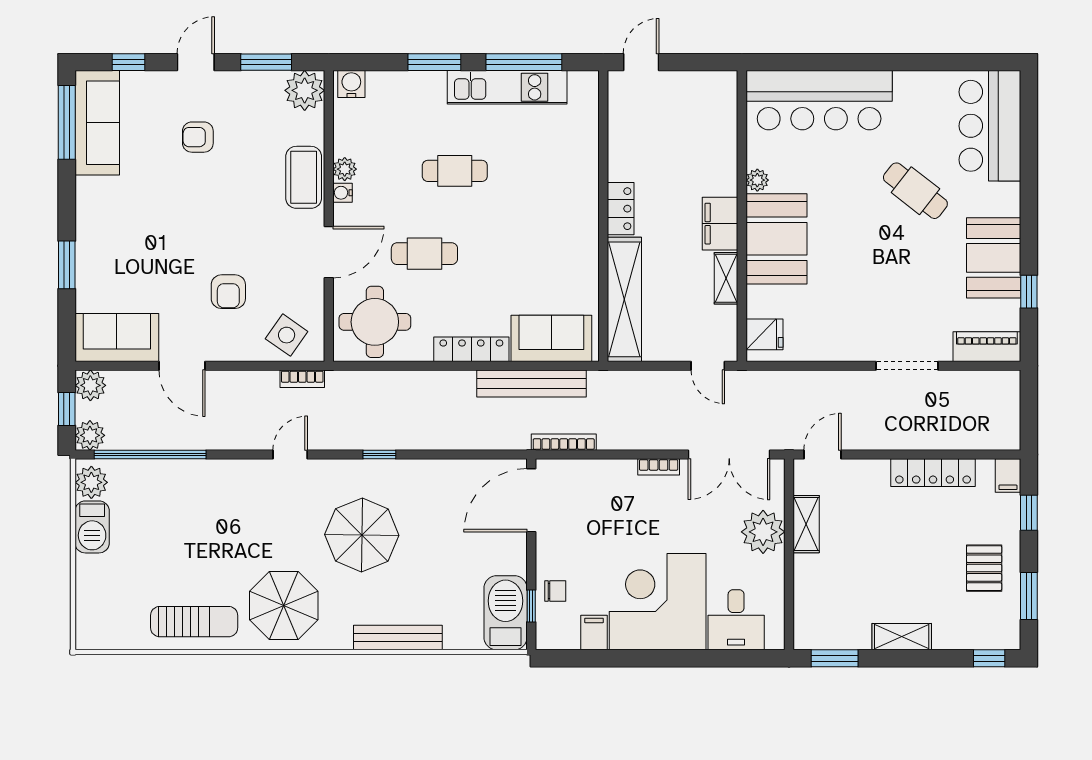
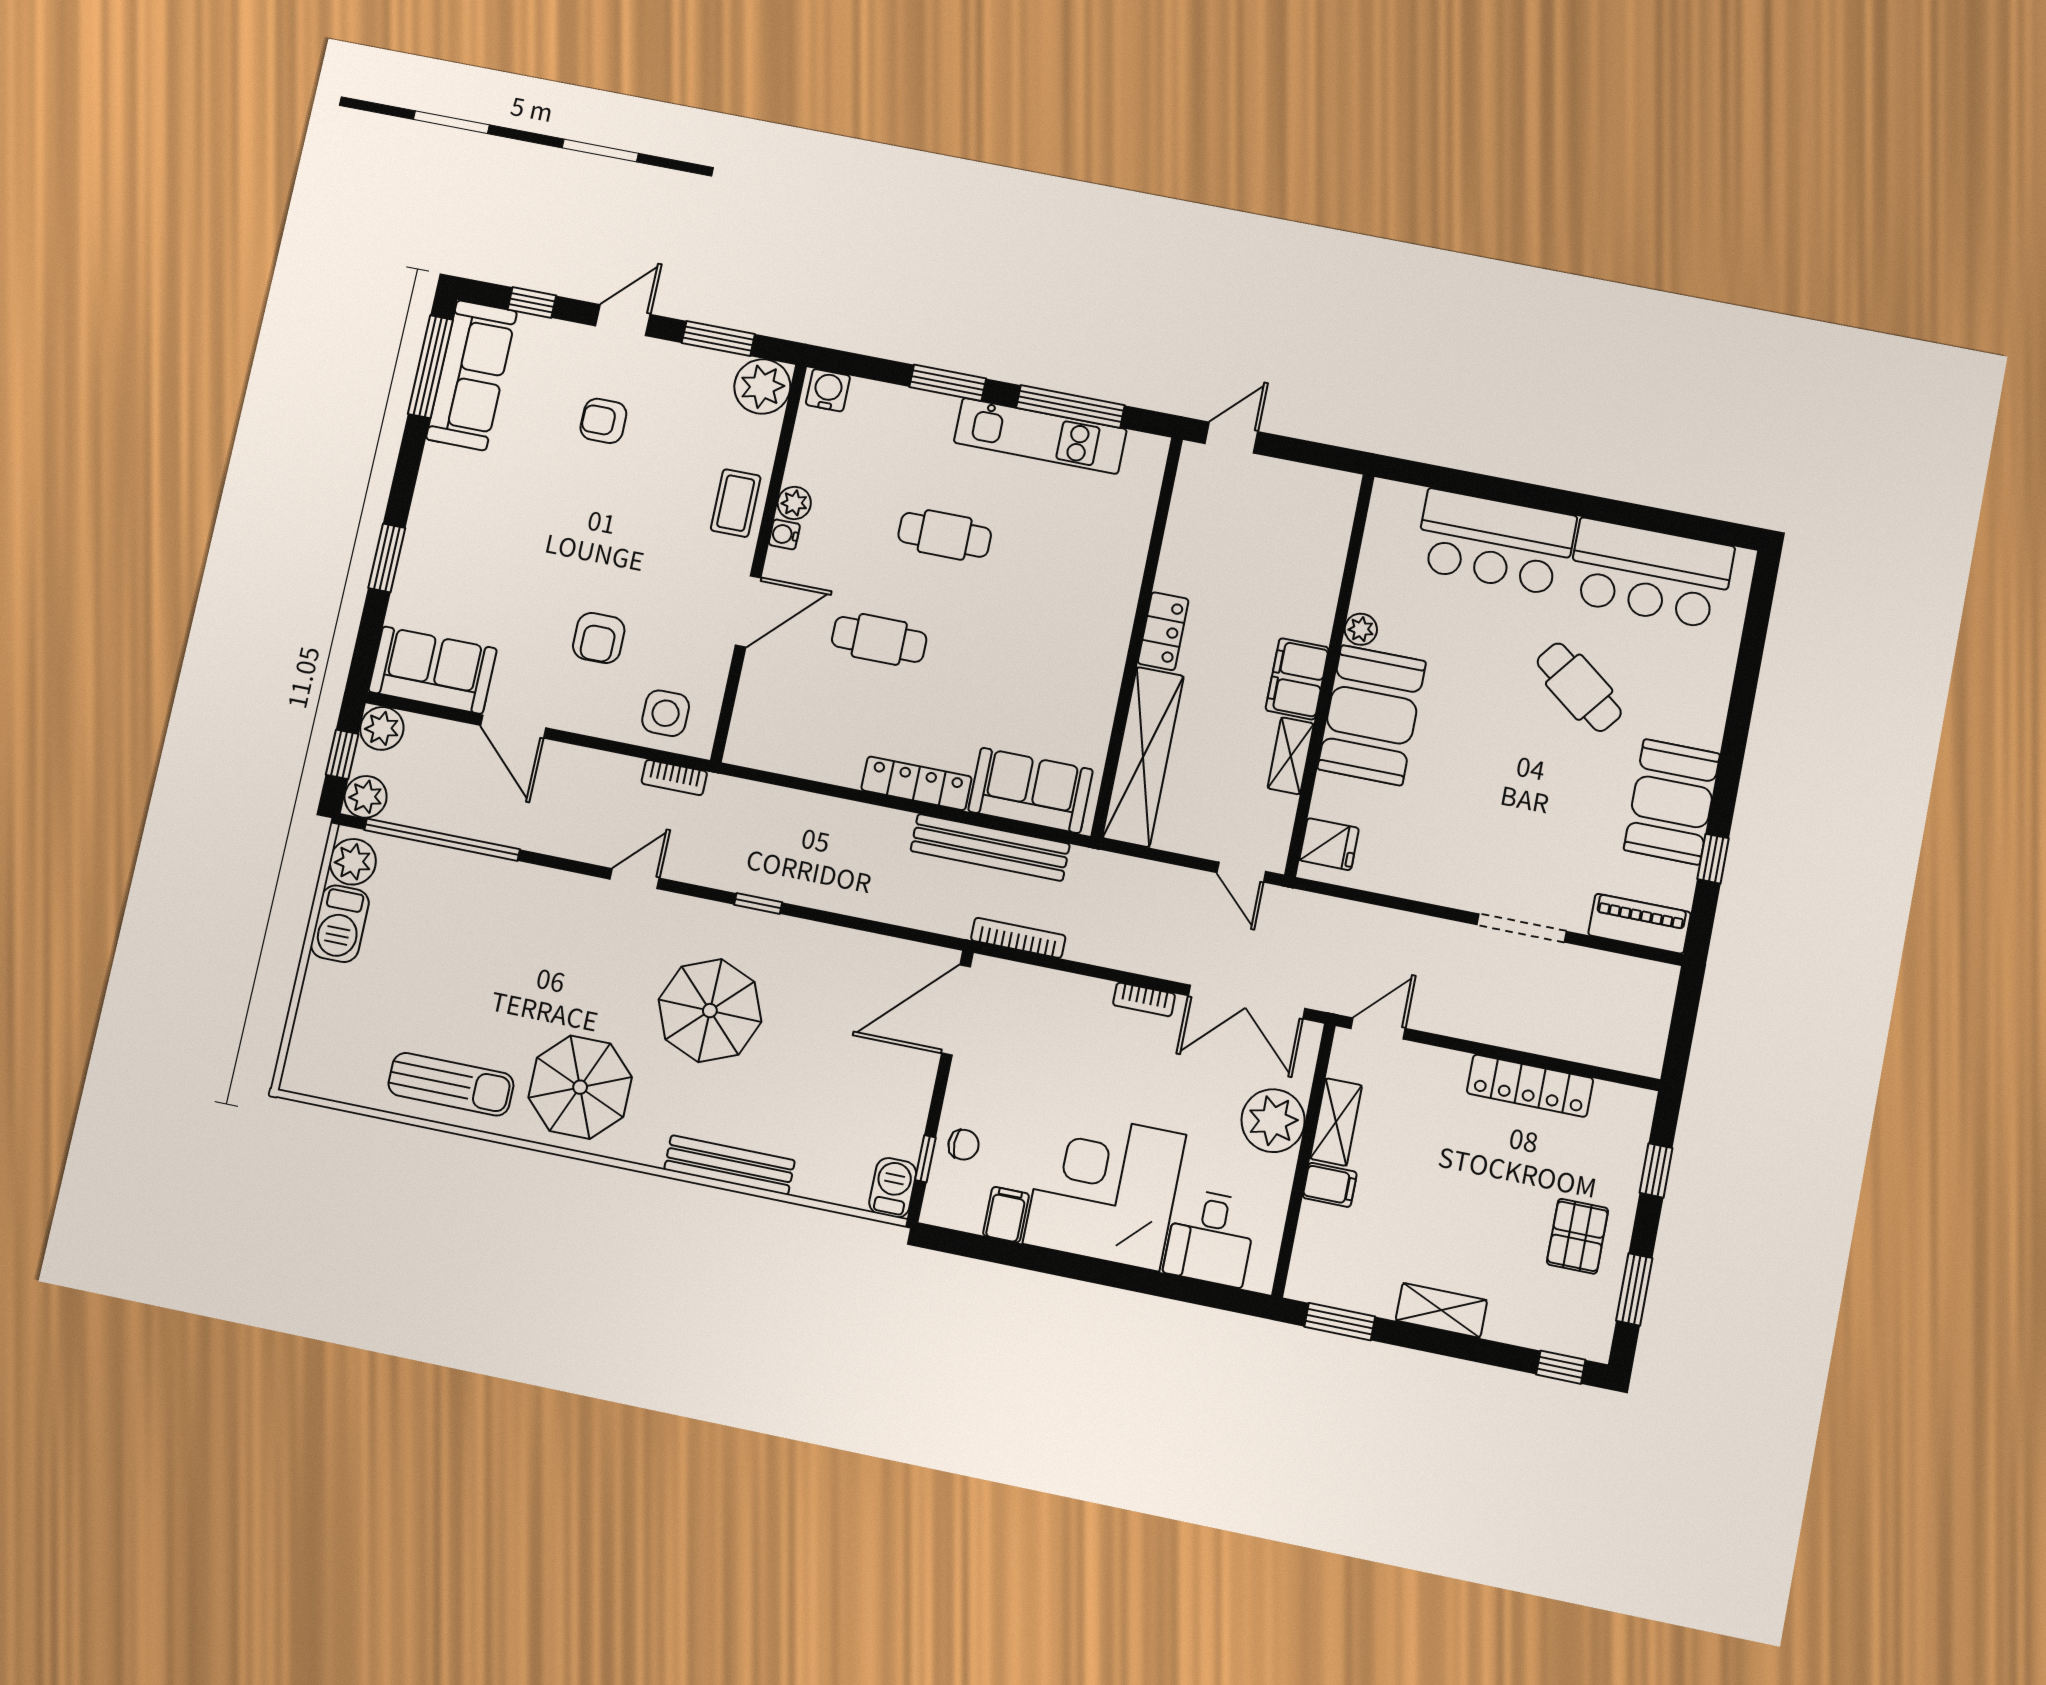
bar counter: (819, 100) -> (1495, 542), width x0.73
bar counter: (990, 126) -> (1650, 574), moved, turned -90
coffee table: (304, 177) -> (736, 503), width x0.73, depth x0.77
round table: (375, 322) -> (791, 719), removed
side table: (287, 335) -> (666, 713), turned -35
filing cabinet: (1008, 476) -> (1330, 1185), moved, turned -90
barbecue: (506, 613) -> (893, 1188), width x0.53, depth x0.65

